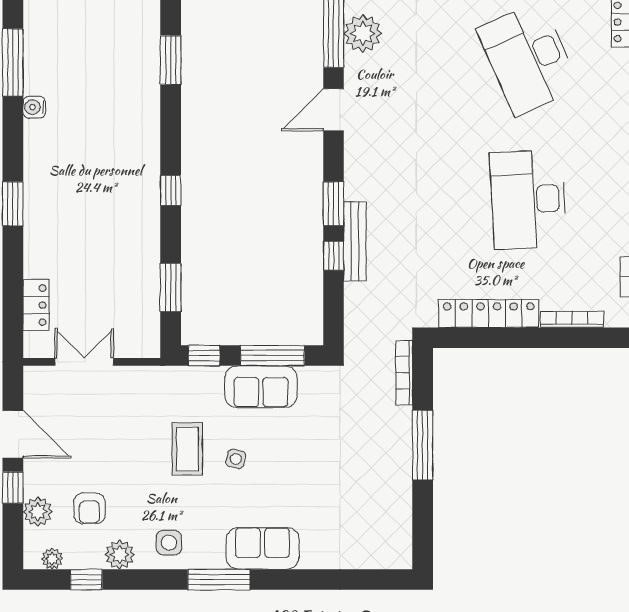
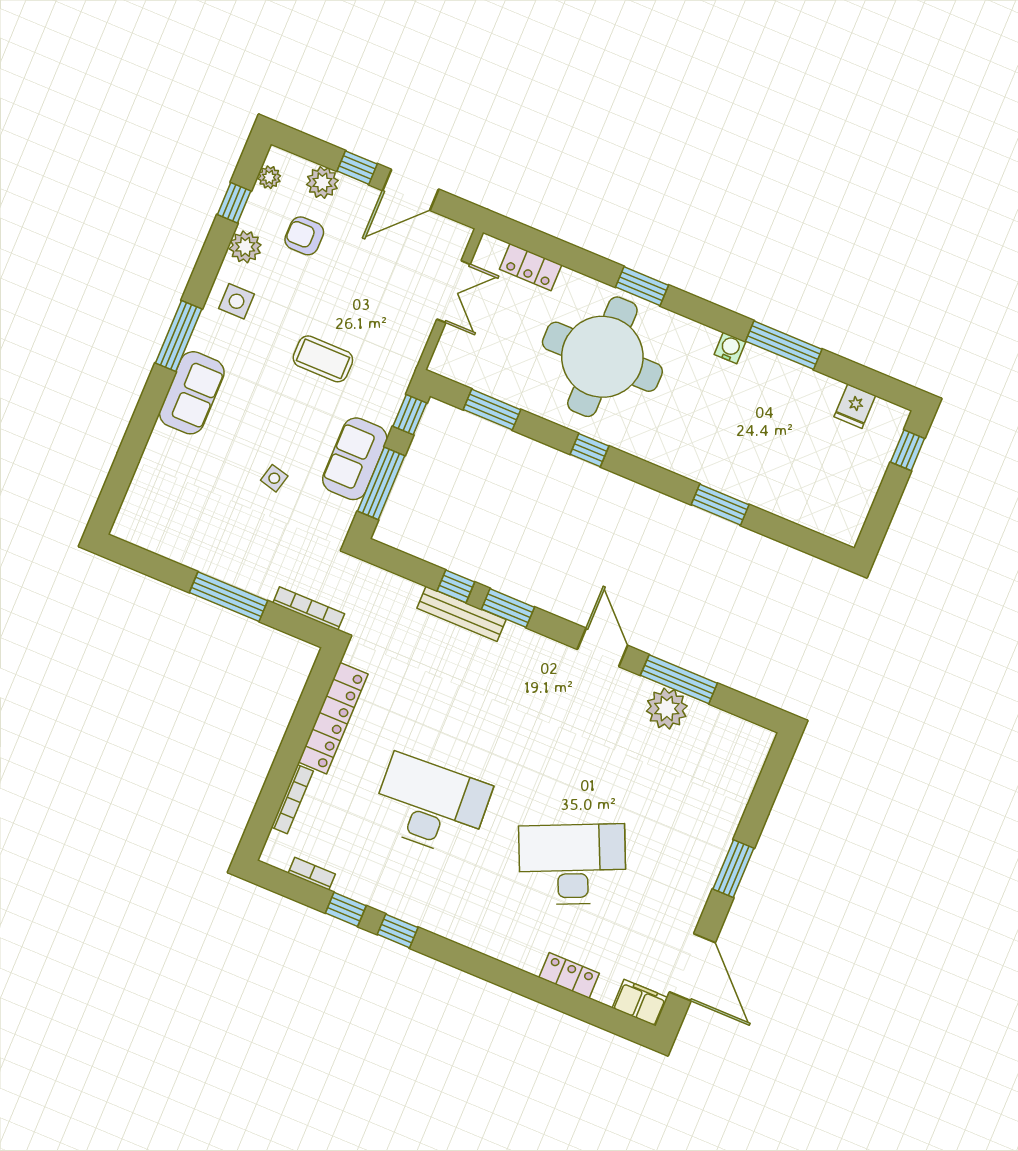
round table: (87, 212) -> (602, 357), added
side table: (236, 459) -> (274, 478), moved

